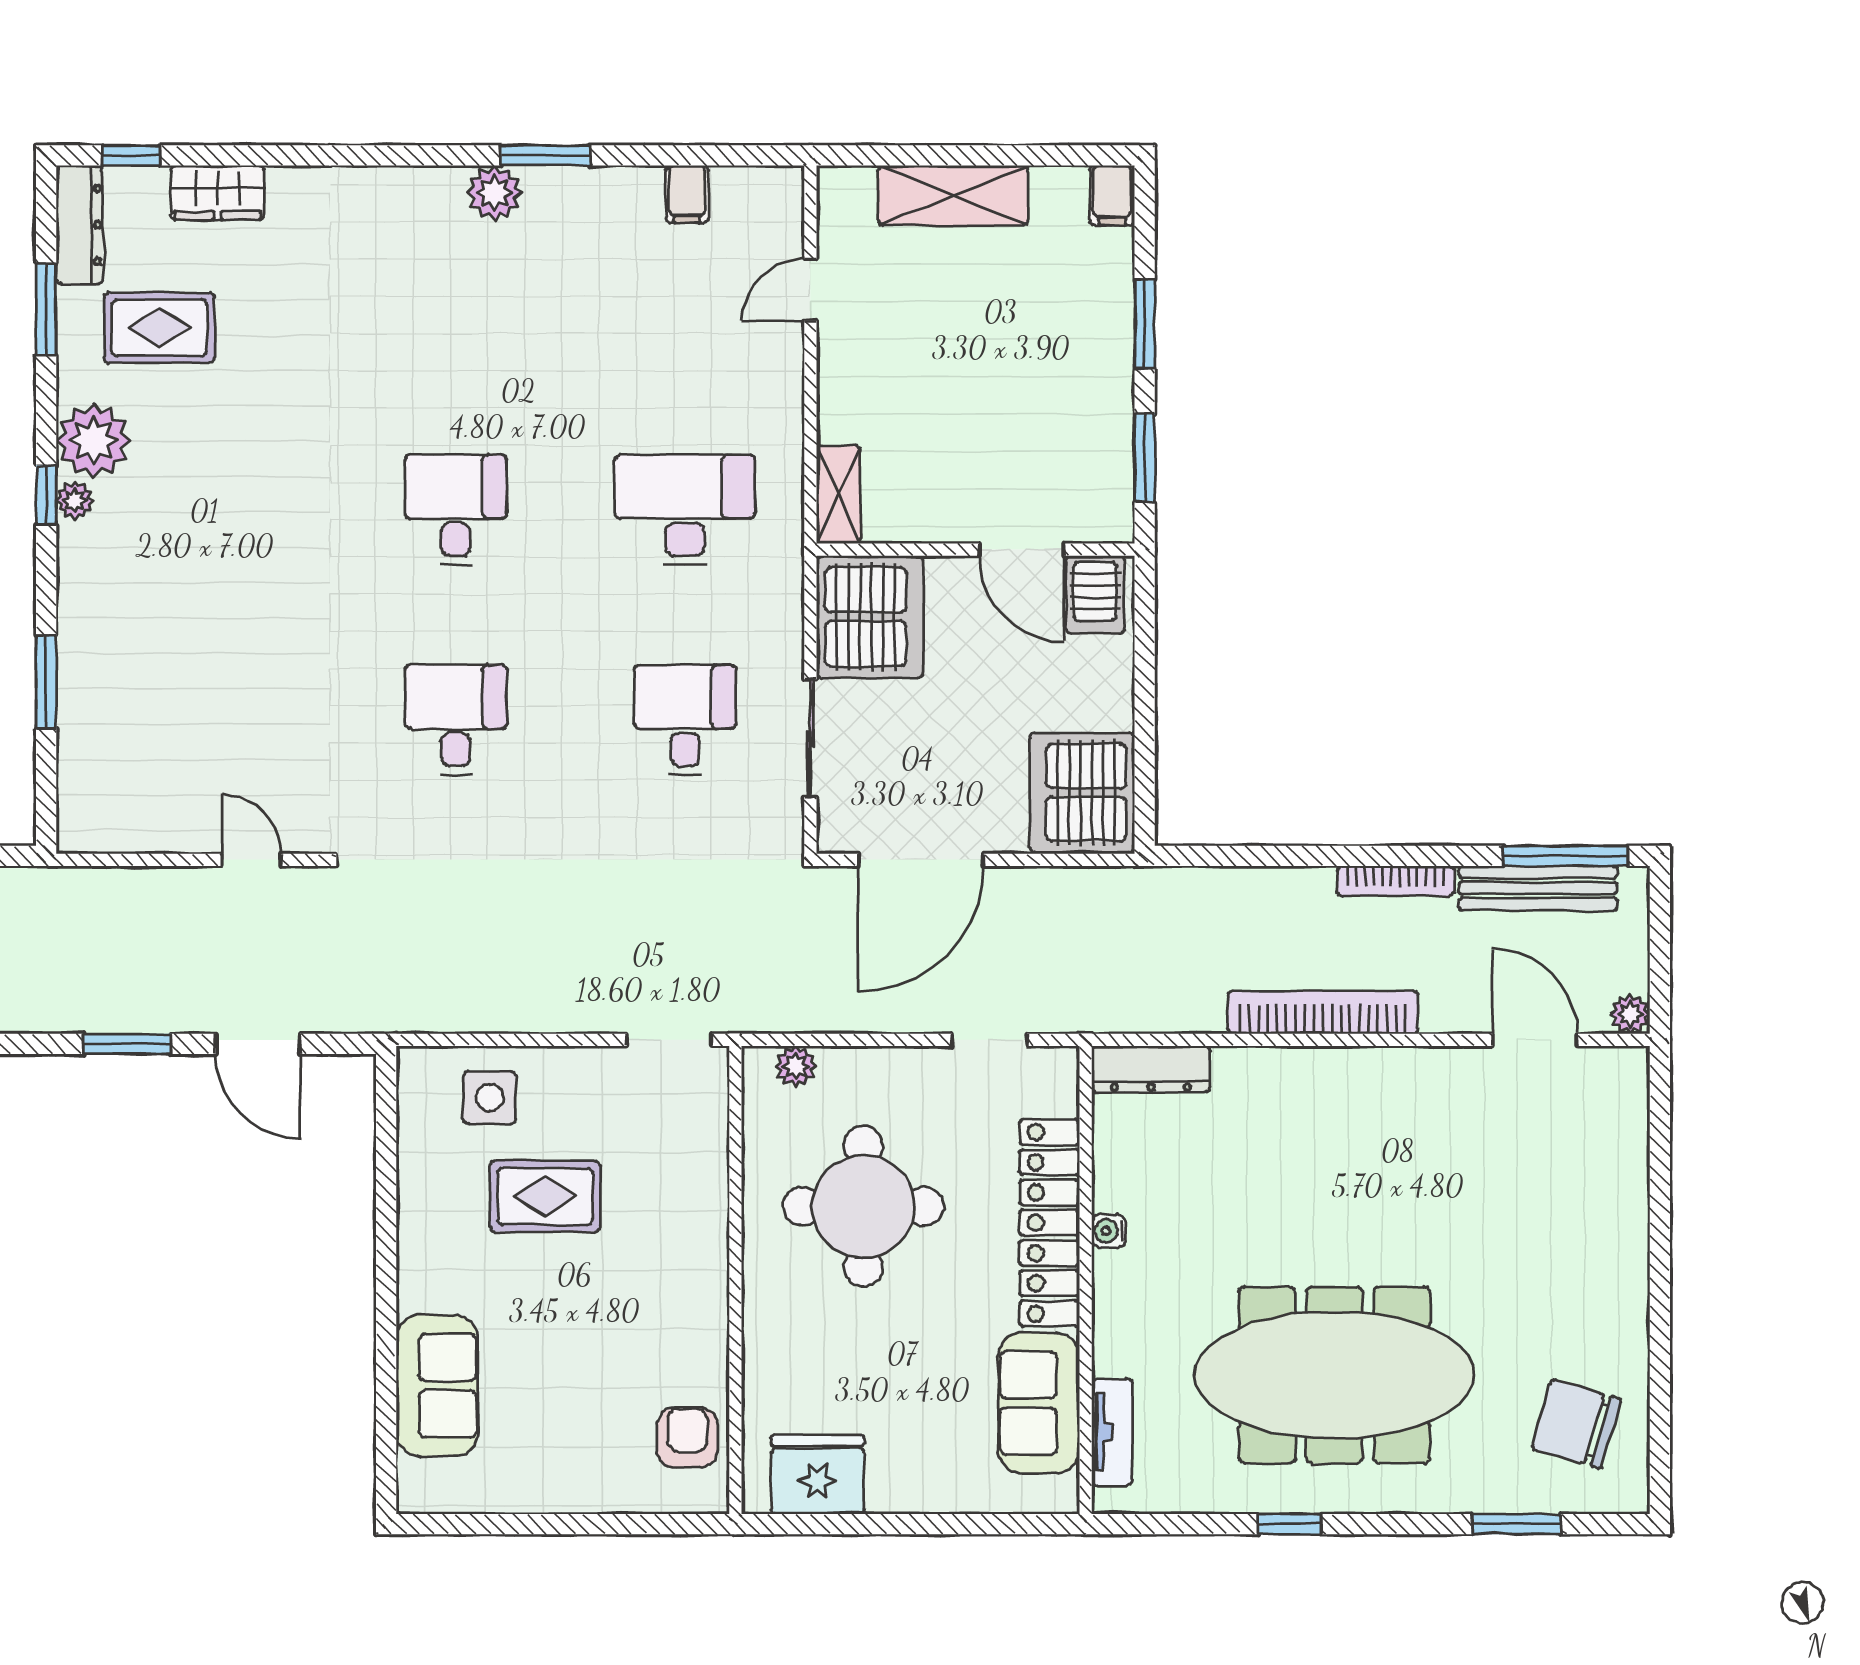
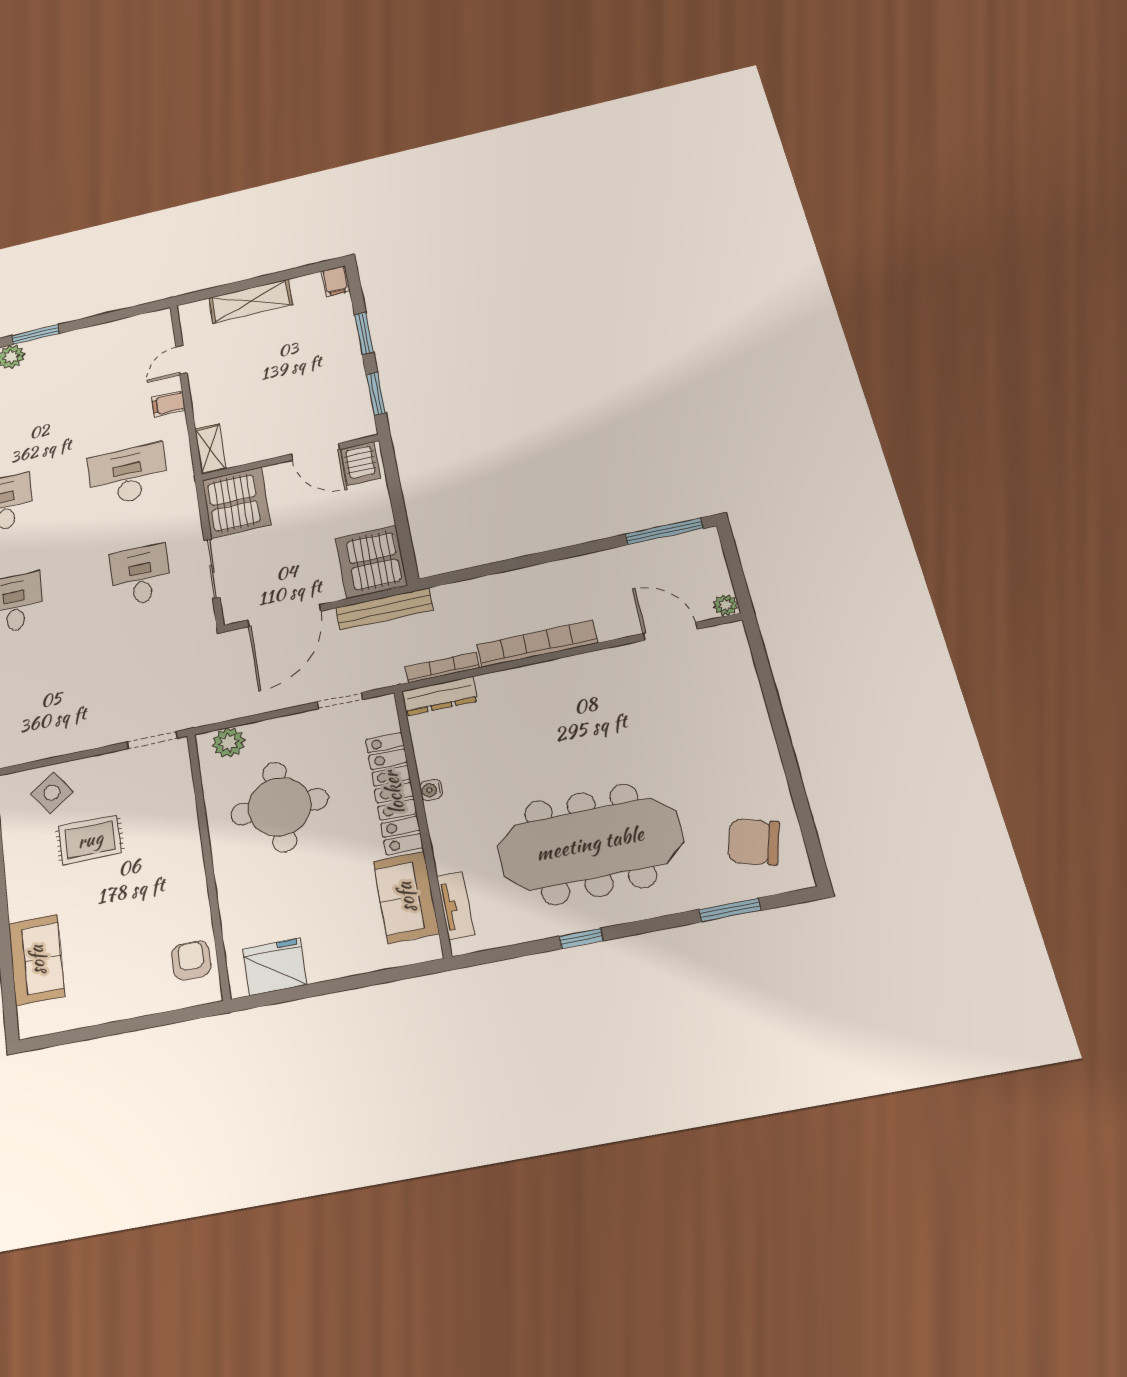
filing cabinet: (687, 194) -> (169, 404), moved, turned 90
bookcase: (1396, 881) -> (442, 667), moved, turned 180
bench: (1538, 888) -> (384, 609), moved
plant: (796, 1066) -> (229, 743), width x1.38, depth x1.38
side table: (490, 1098) -> (52, 793), turned -35

